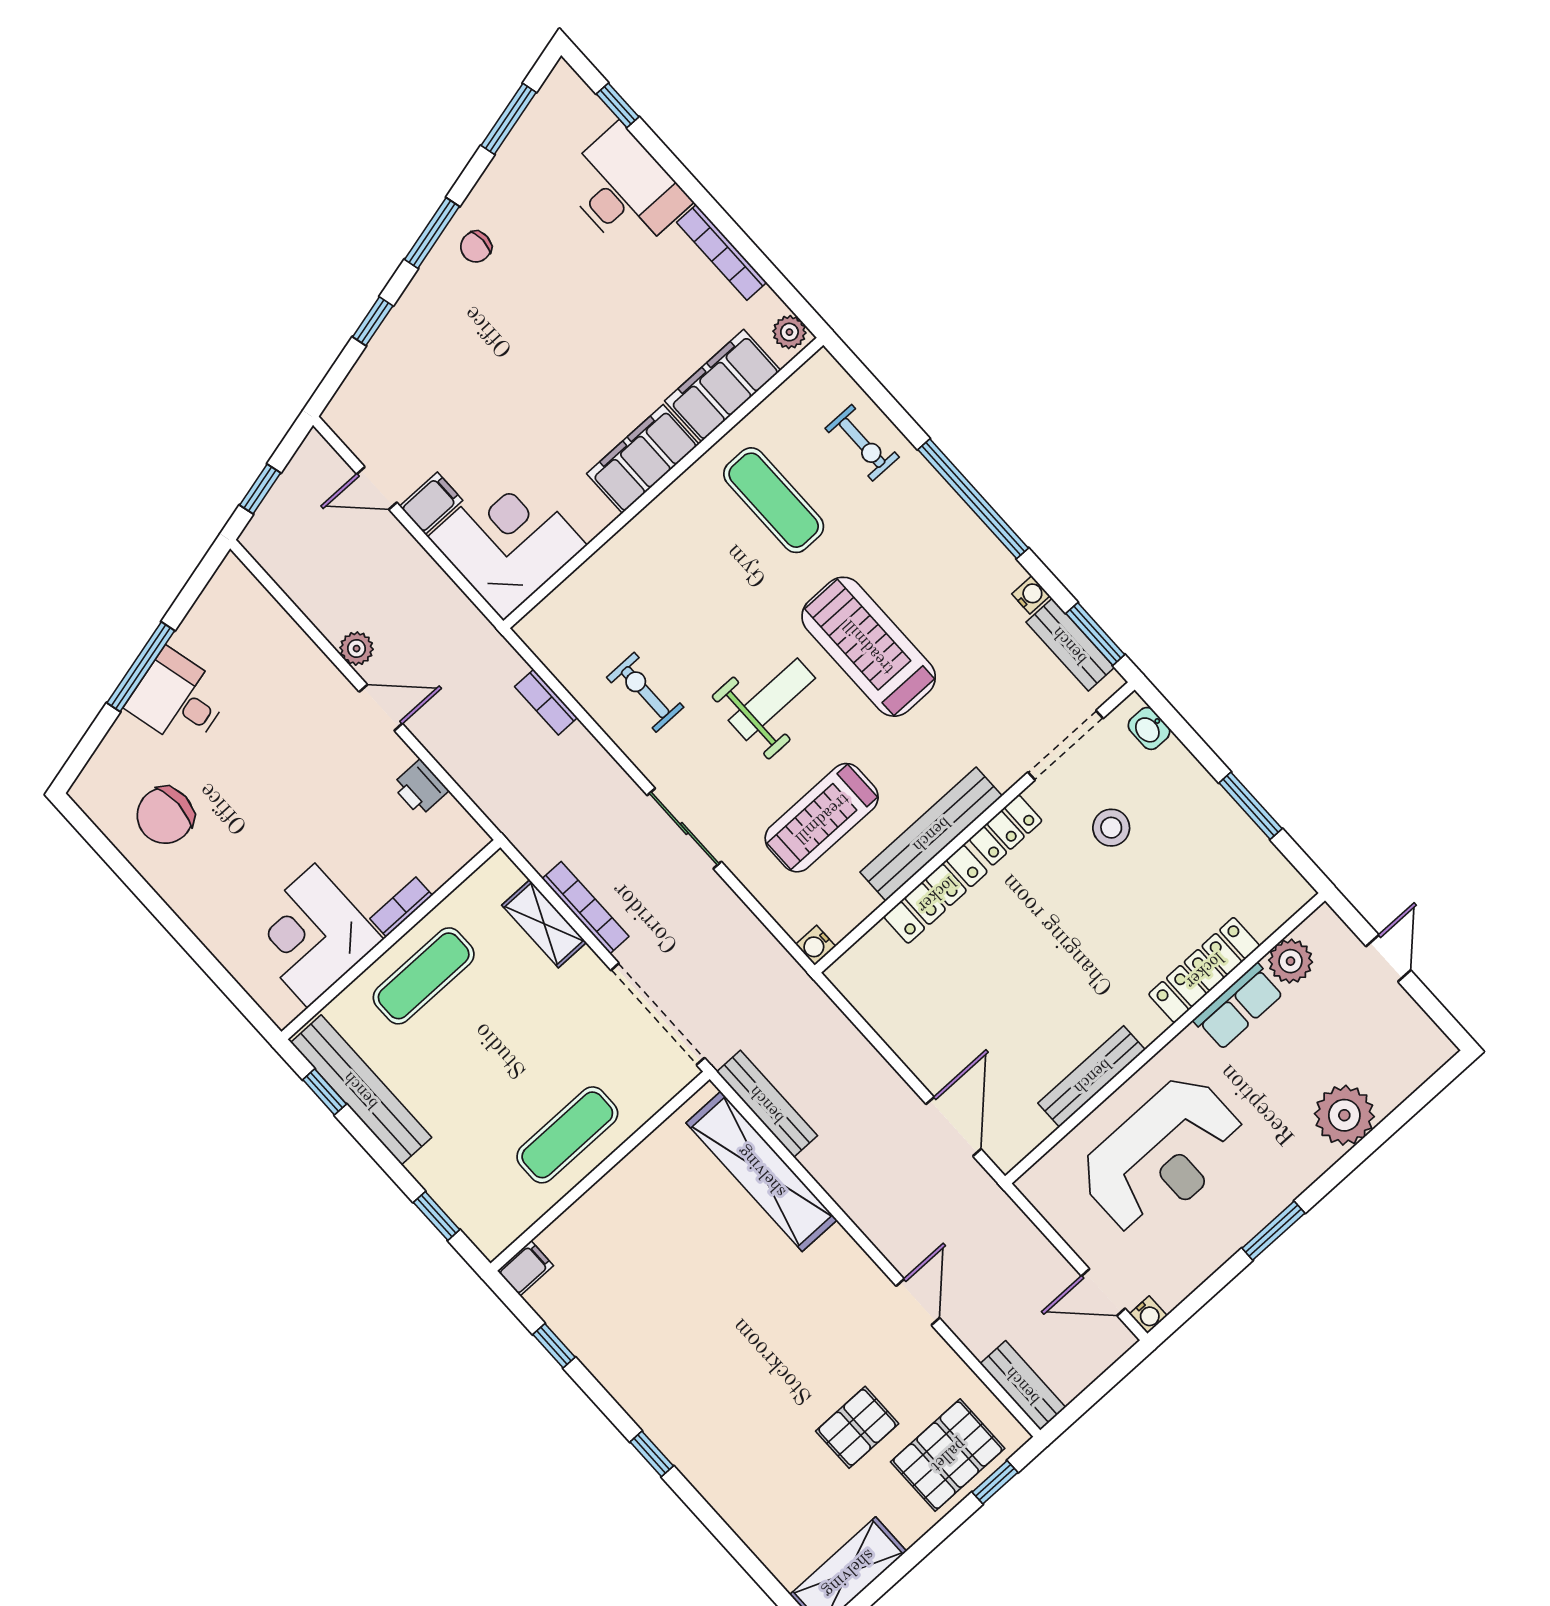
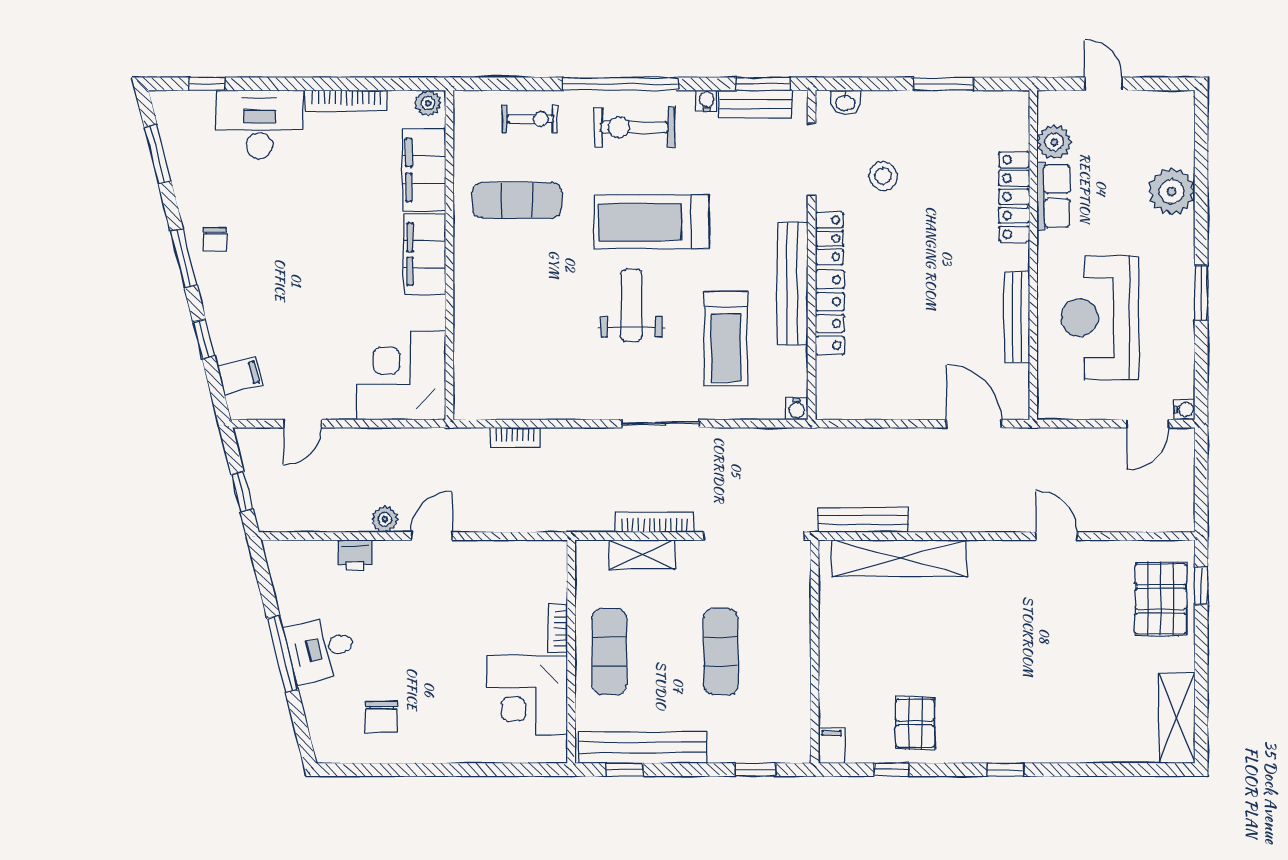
filing cabinet: (431, 503) -> (240, 376), moved, turned 76
exercise bike: (645, 692) -> (634, 127), moved, width x1.38, depth x1.39
printer: (420, 788) -> (355, 555), moved
chair: (165, 815) -> (381, 717), width x0.73, depth x0.73
exercise mat: (567, 1135) -> (721, 652), moved
reception desk: (1163, 1156) -> (1100, 318), turned 180
bench: (1023, 1385) -> (1160, 519), removed
pallet: (857, 1427) -> (915, 723), moved

